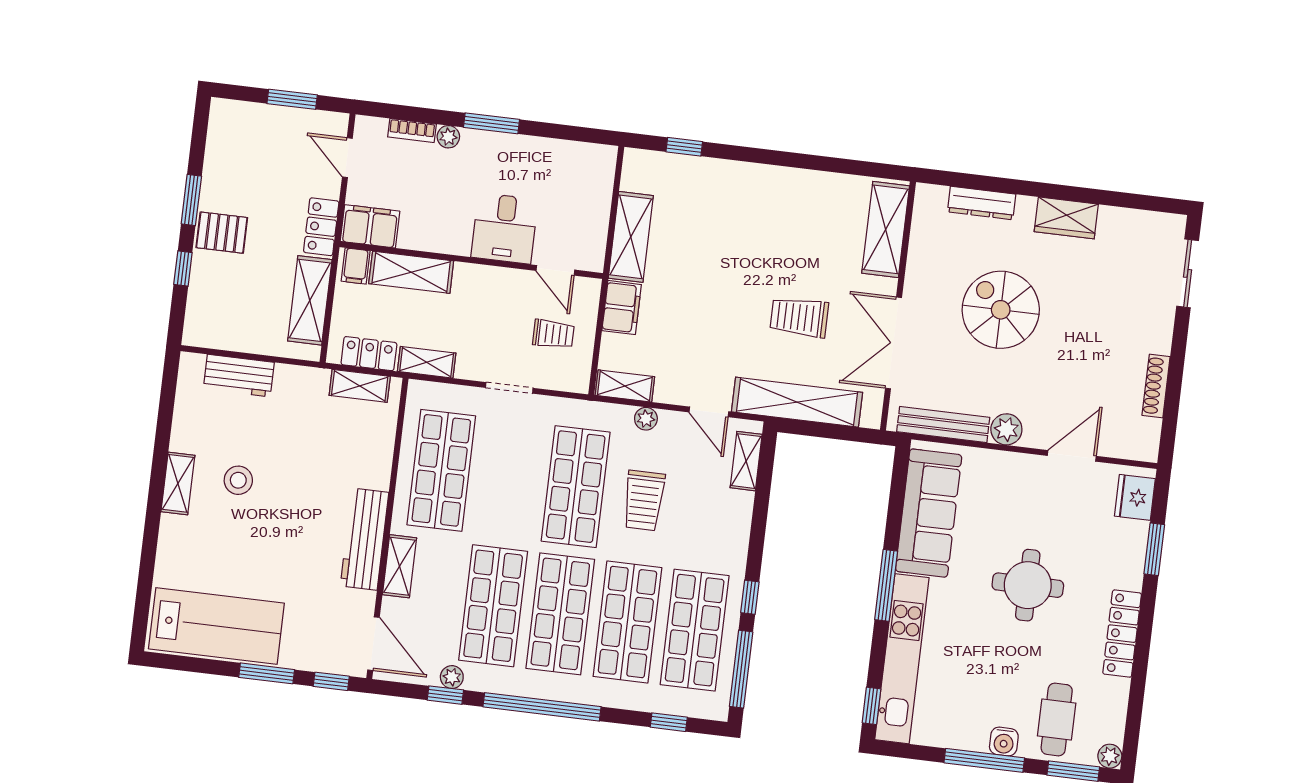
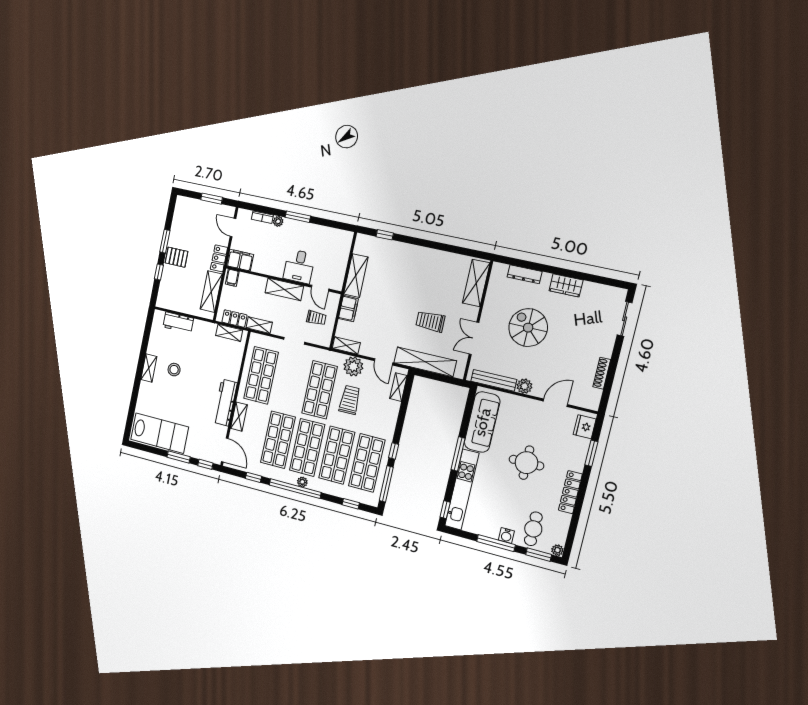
shelving: (411, 272) -> (284, 289), moved
double door: (893, 343) -> (474, 338), width x0.73
plant: (646, 419) -> (353, 366), width x1.87, depth x1.87
trolley: (644, 500) -> (350, 400), turned 180
plant: (452, 677) -> (302, 482), moved

